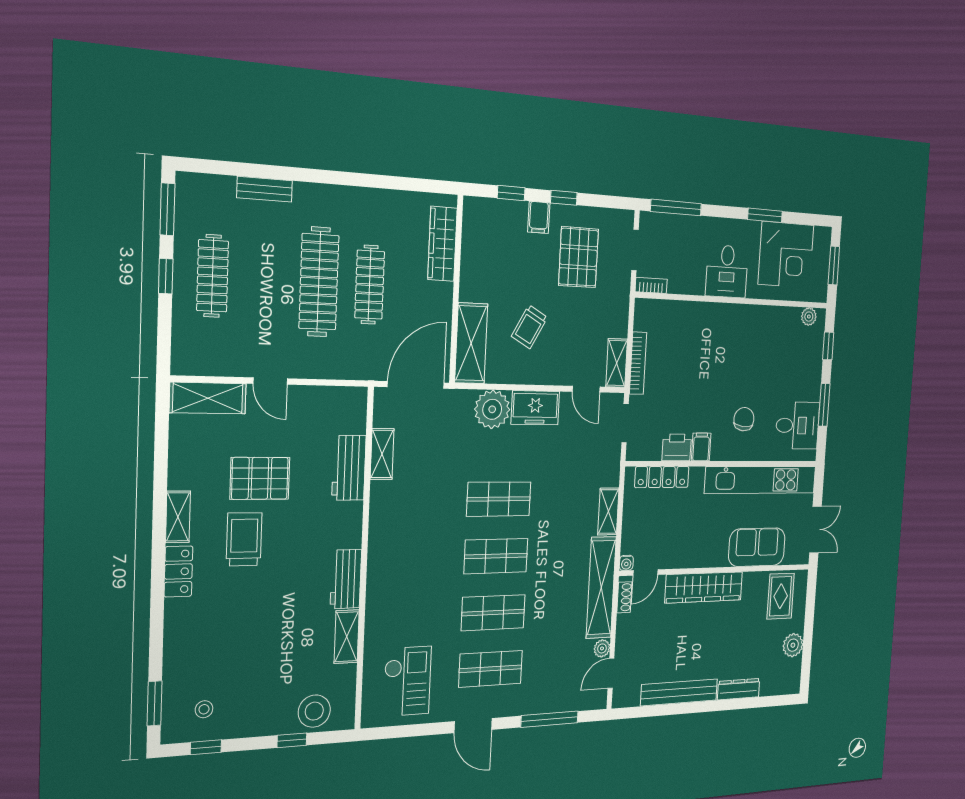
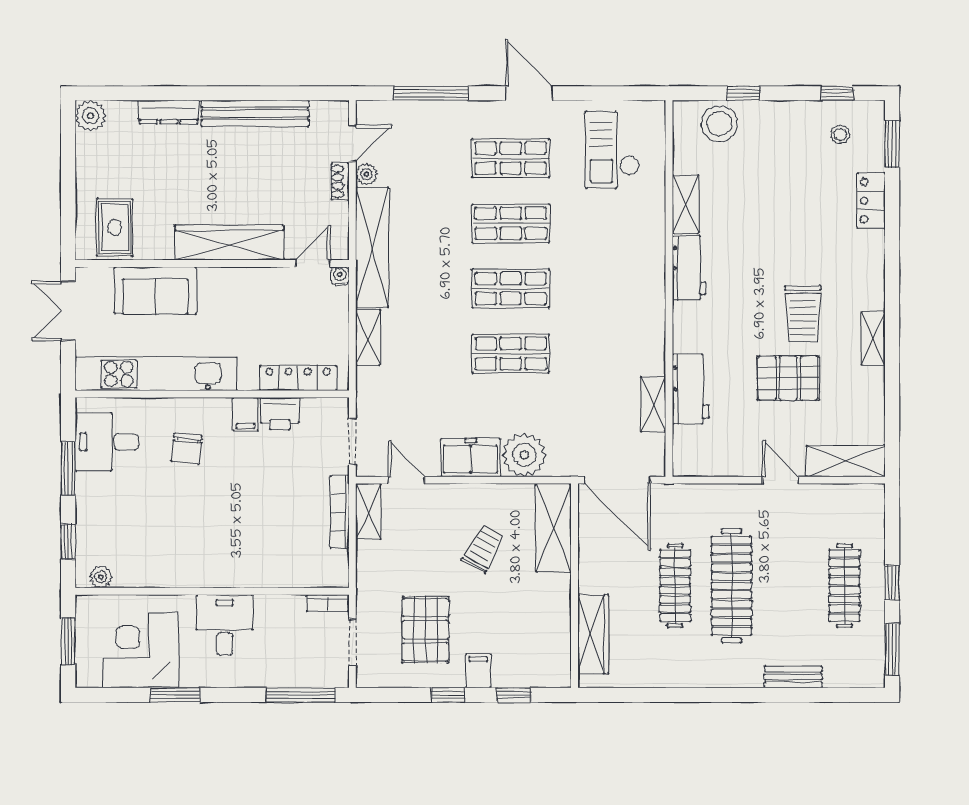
door: (416, 385) -> (617, 480), hinge flipped
locker: (178, 571) -> (871, 201), moved
shoe rack: (624, 597) -> (340, 182), moved
plant: (793, 645) -> (91, 116), moved

